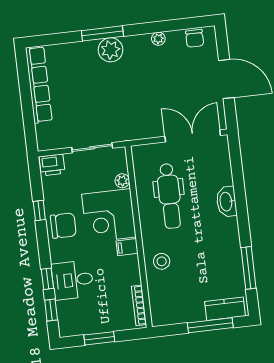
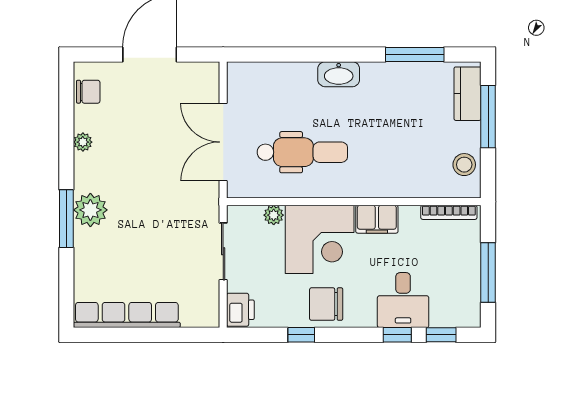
double door: (193, 136) -> (223, 142), moved
washbasin: (226, 202) -> (339, 74), moved
chair: (63, 226) -> (326, 304), turned -90
filing cabinet: (127, 247) -> (377, 219), width x2.00
stool: (162, 261) -> (464, 165), moved
window: (99, 338) -> (488, 273), width x1.44

